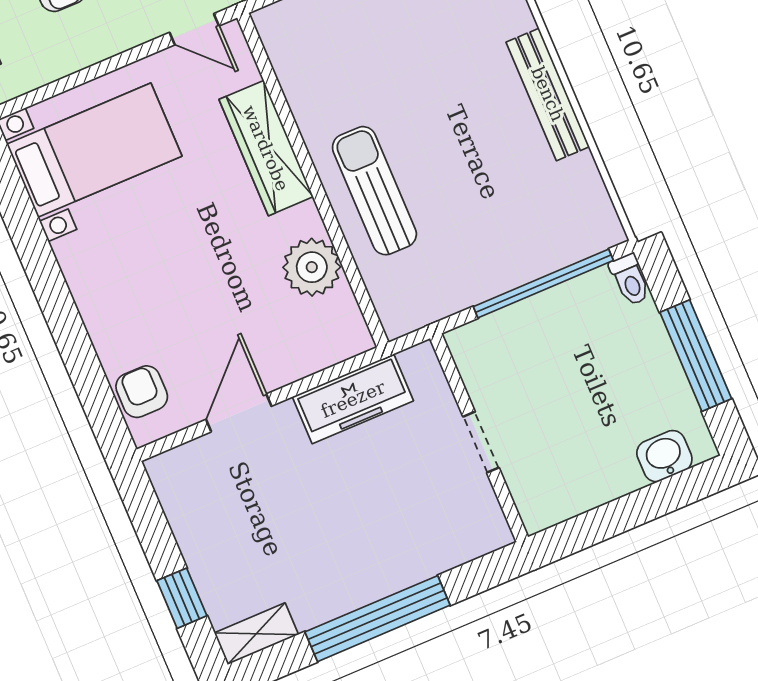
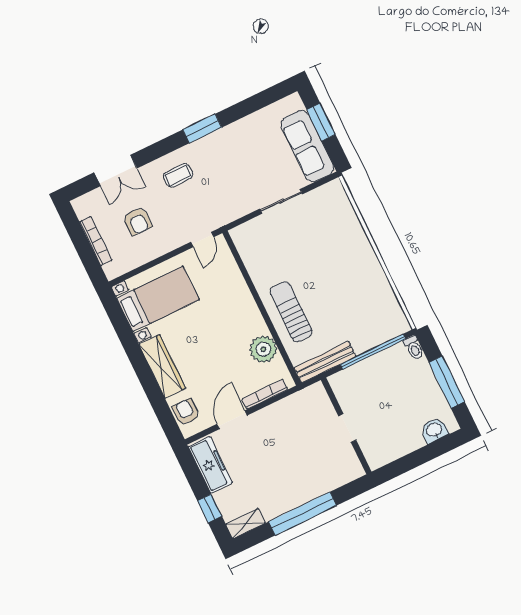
door: (194, 29) -> (202, 240), hinge flipped
bench: (548, 94) -> (325, 362), moved, turned 90
wardrobe: (266, 148) -> (162, 367), moved, turned 180
bookcase: (310, 363) -> (265, 394), added
freezer: (353, 399) -> (210, 465), moved, turned -90

